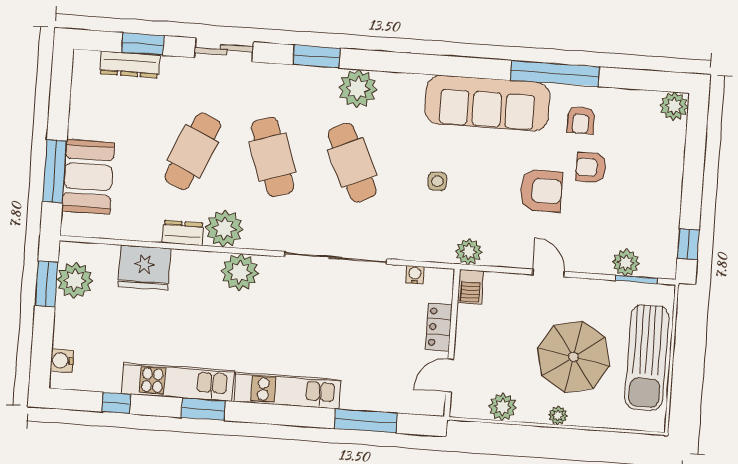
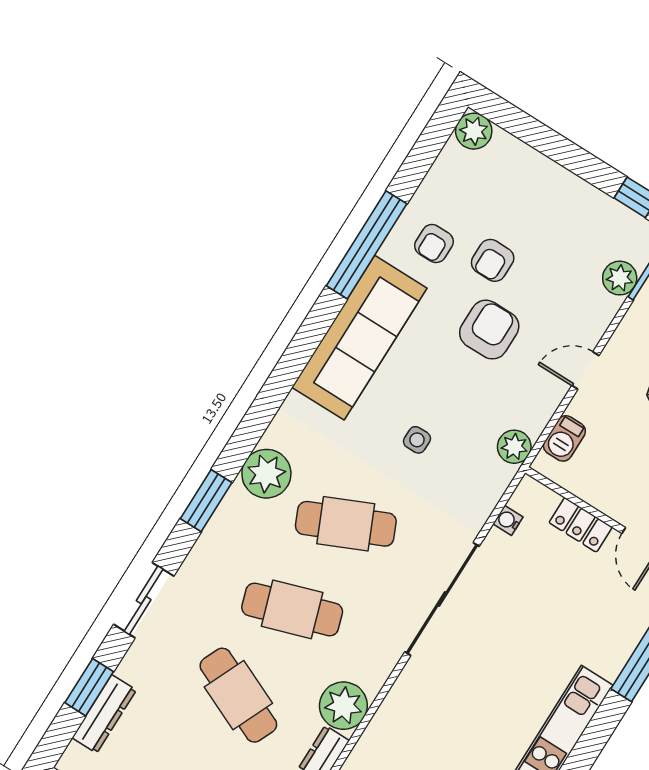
armchair: (581, 120) -> (434, 244), turned 90
plant: (240, 272) -> (401, 714), removed
barbecue: (470, 287) -> (564, 438), moved, turned 90

